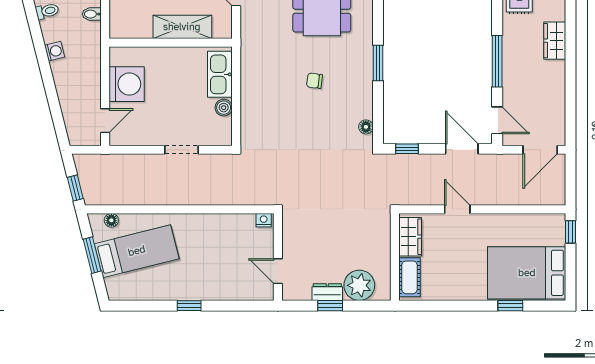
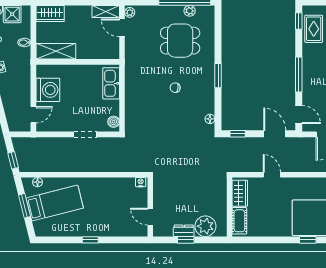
shelving: (182, 27) -> (56, 51), moved
boiler: (224, 108) -> (114, 122), moved

